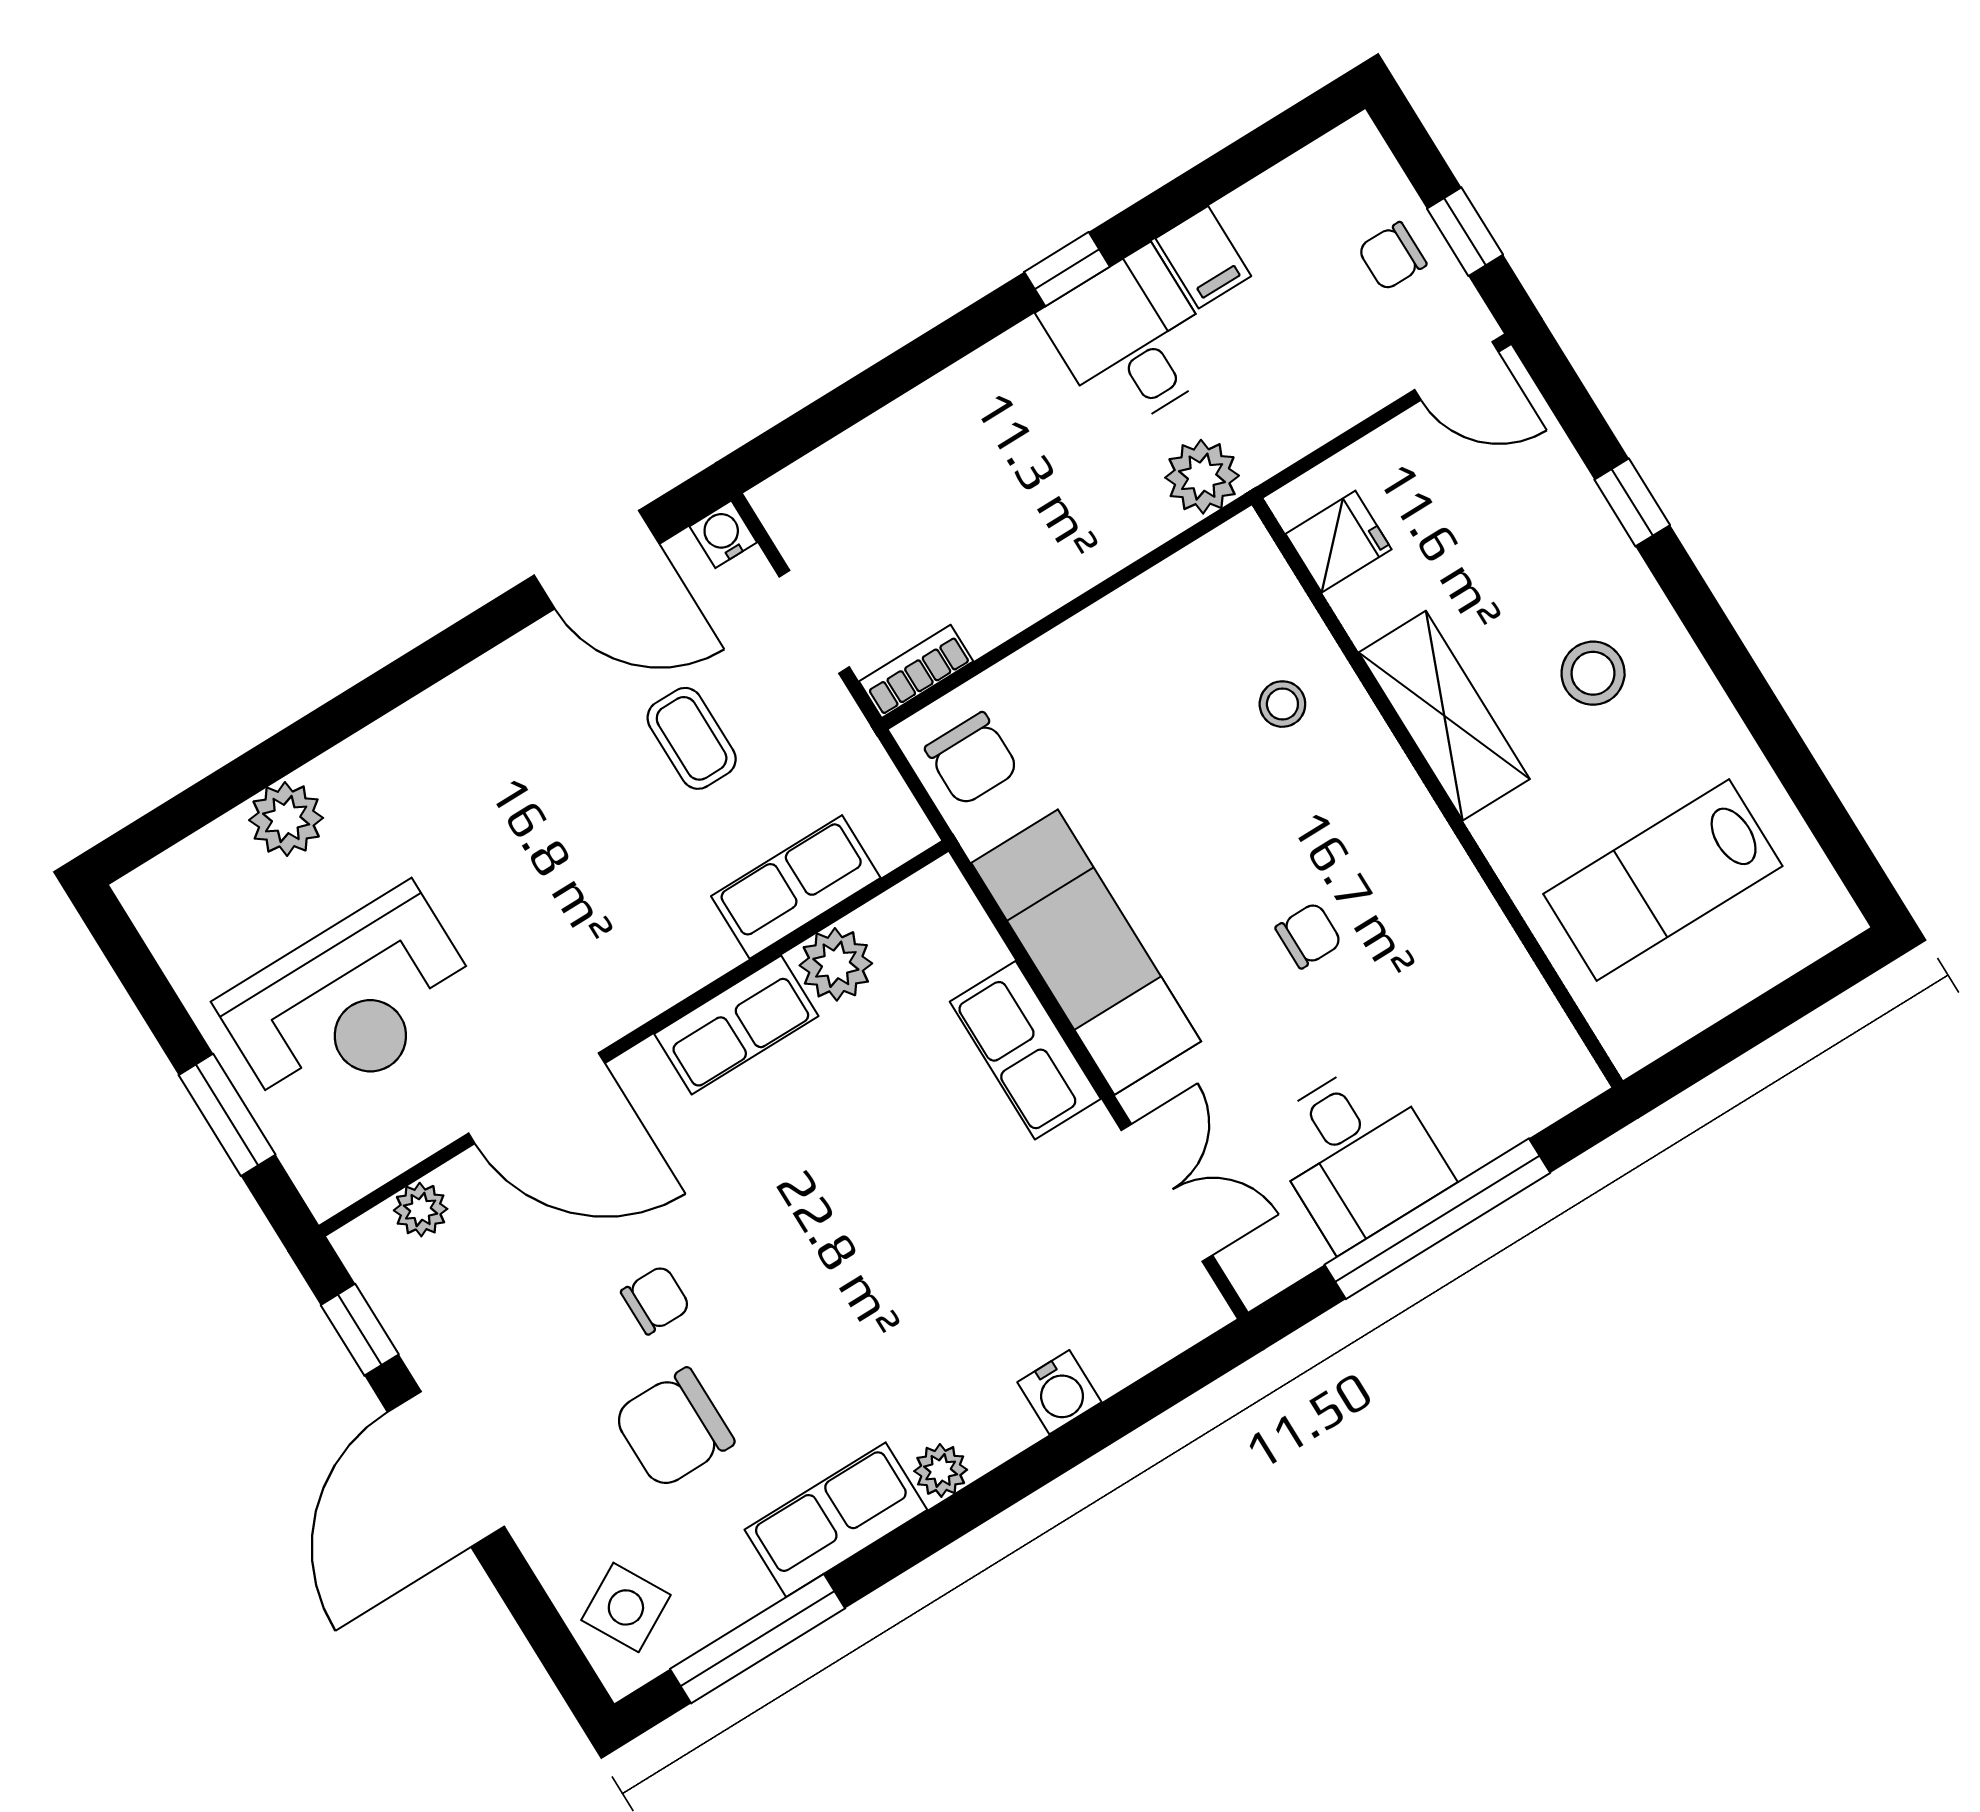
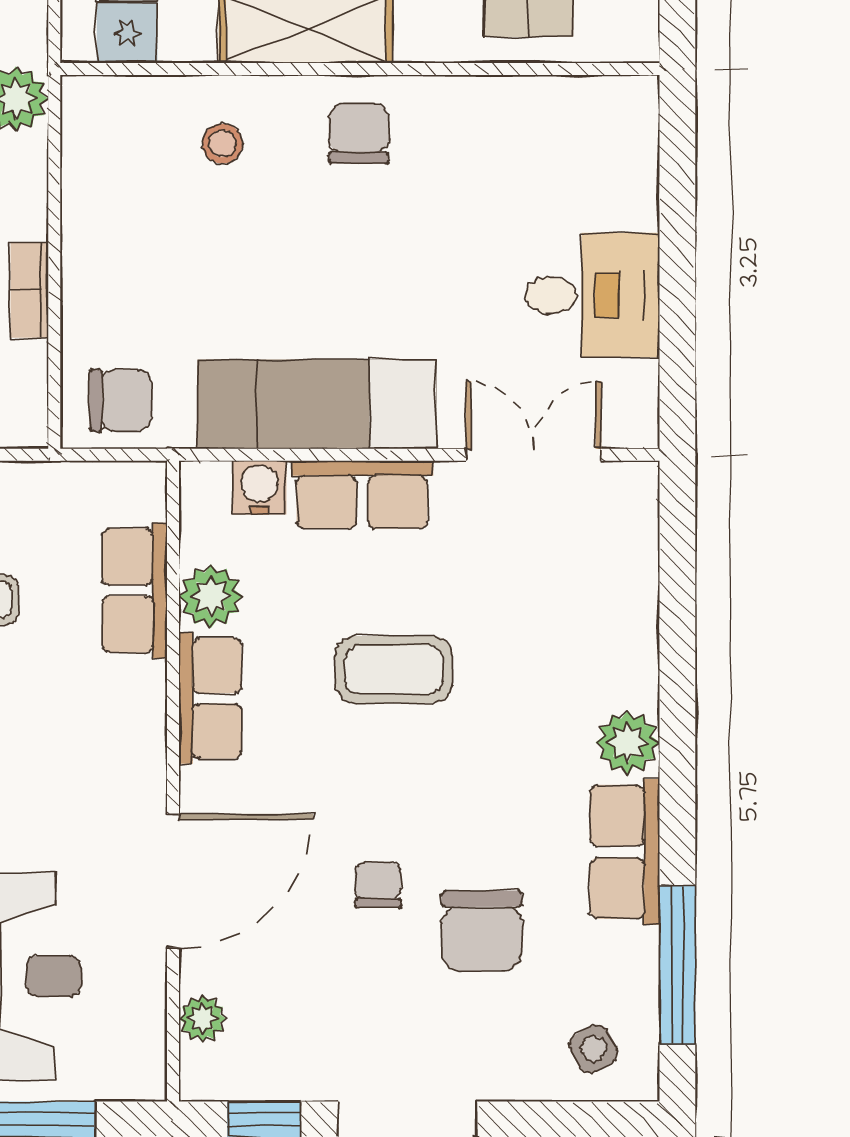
bookcase: (916, 671) -> (29, 290), moved
chair: (1309, 935) -> (359, 134), moved, width x1.37, depth x1.37
coffee table: (875, 1186) -> (394, 670), added
window: (1437, 1219) -> (677, 265), removed
water cooler: (1059, 1392) -> (259, 488), moved, turned -90
plant: (941, 1470) -> (628, 742), width x1.38, depth x1.38
side table: (626, 1607) -> (594, 1049), width x0.73, depth x0.73

